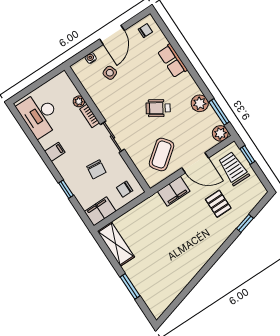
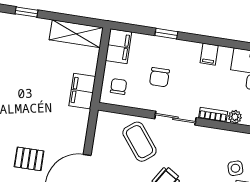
coffee table: (162, 154) -> (139, 142), moved
chair: (96, 169) -> (159, 77), turned -96
filing cabinet: (174, 191) -> (82, 91), moved
window: (130, 286) -> (26, 12), width x0.67

